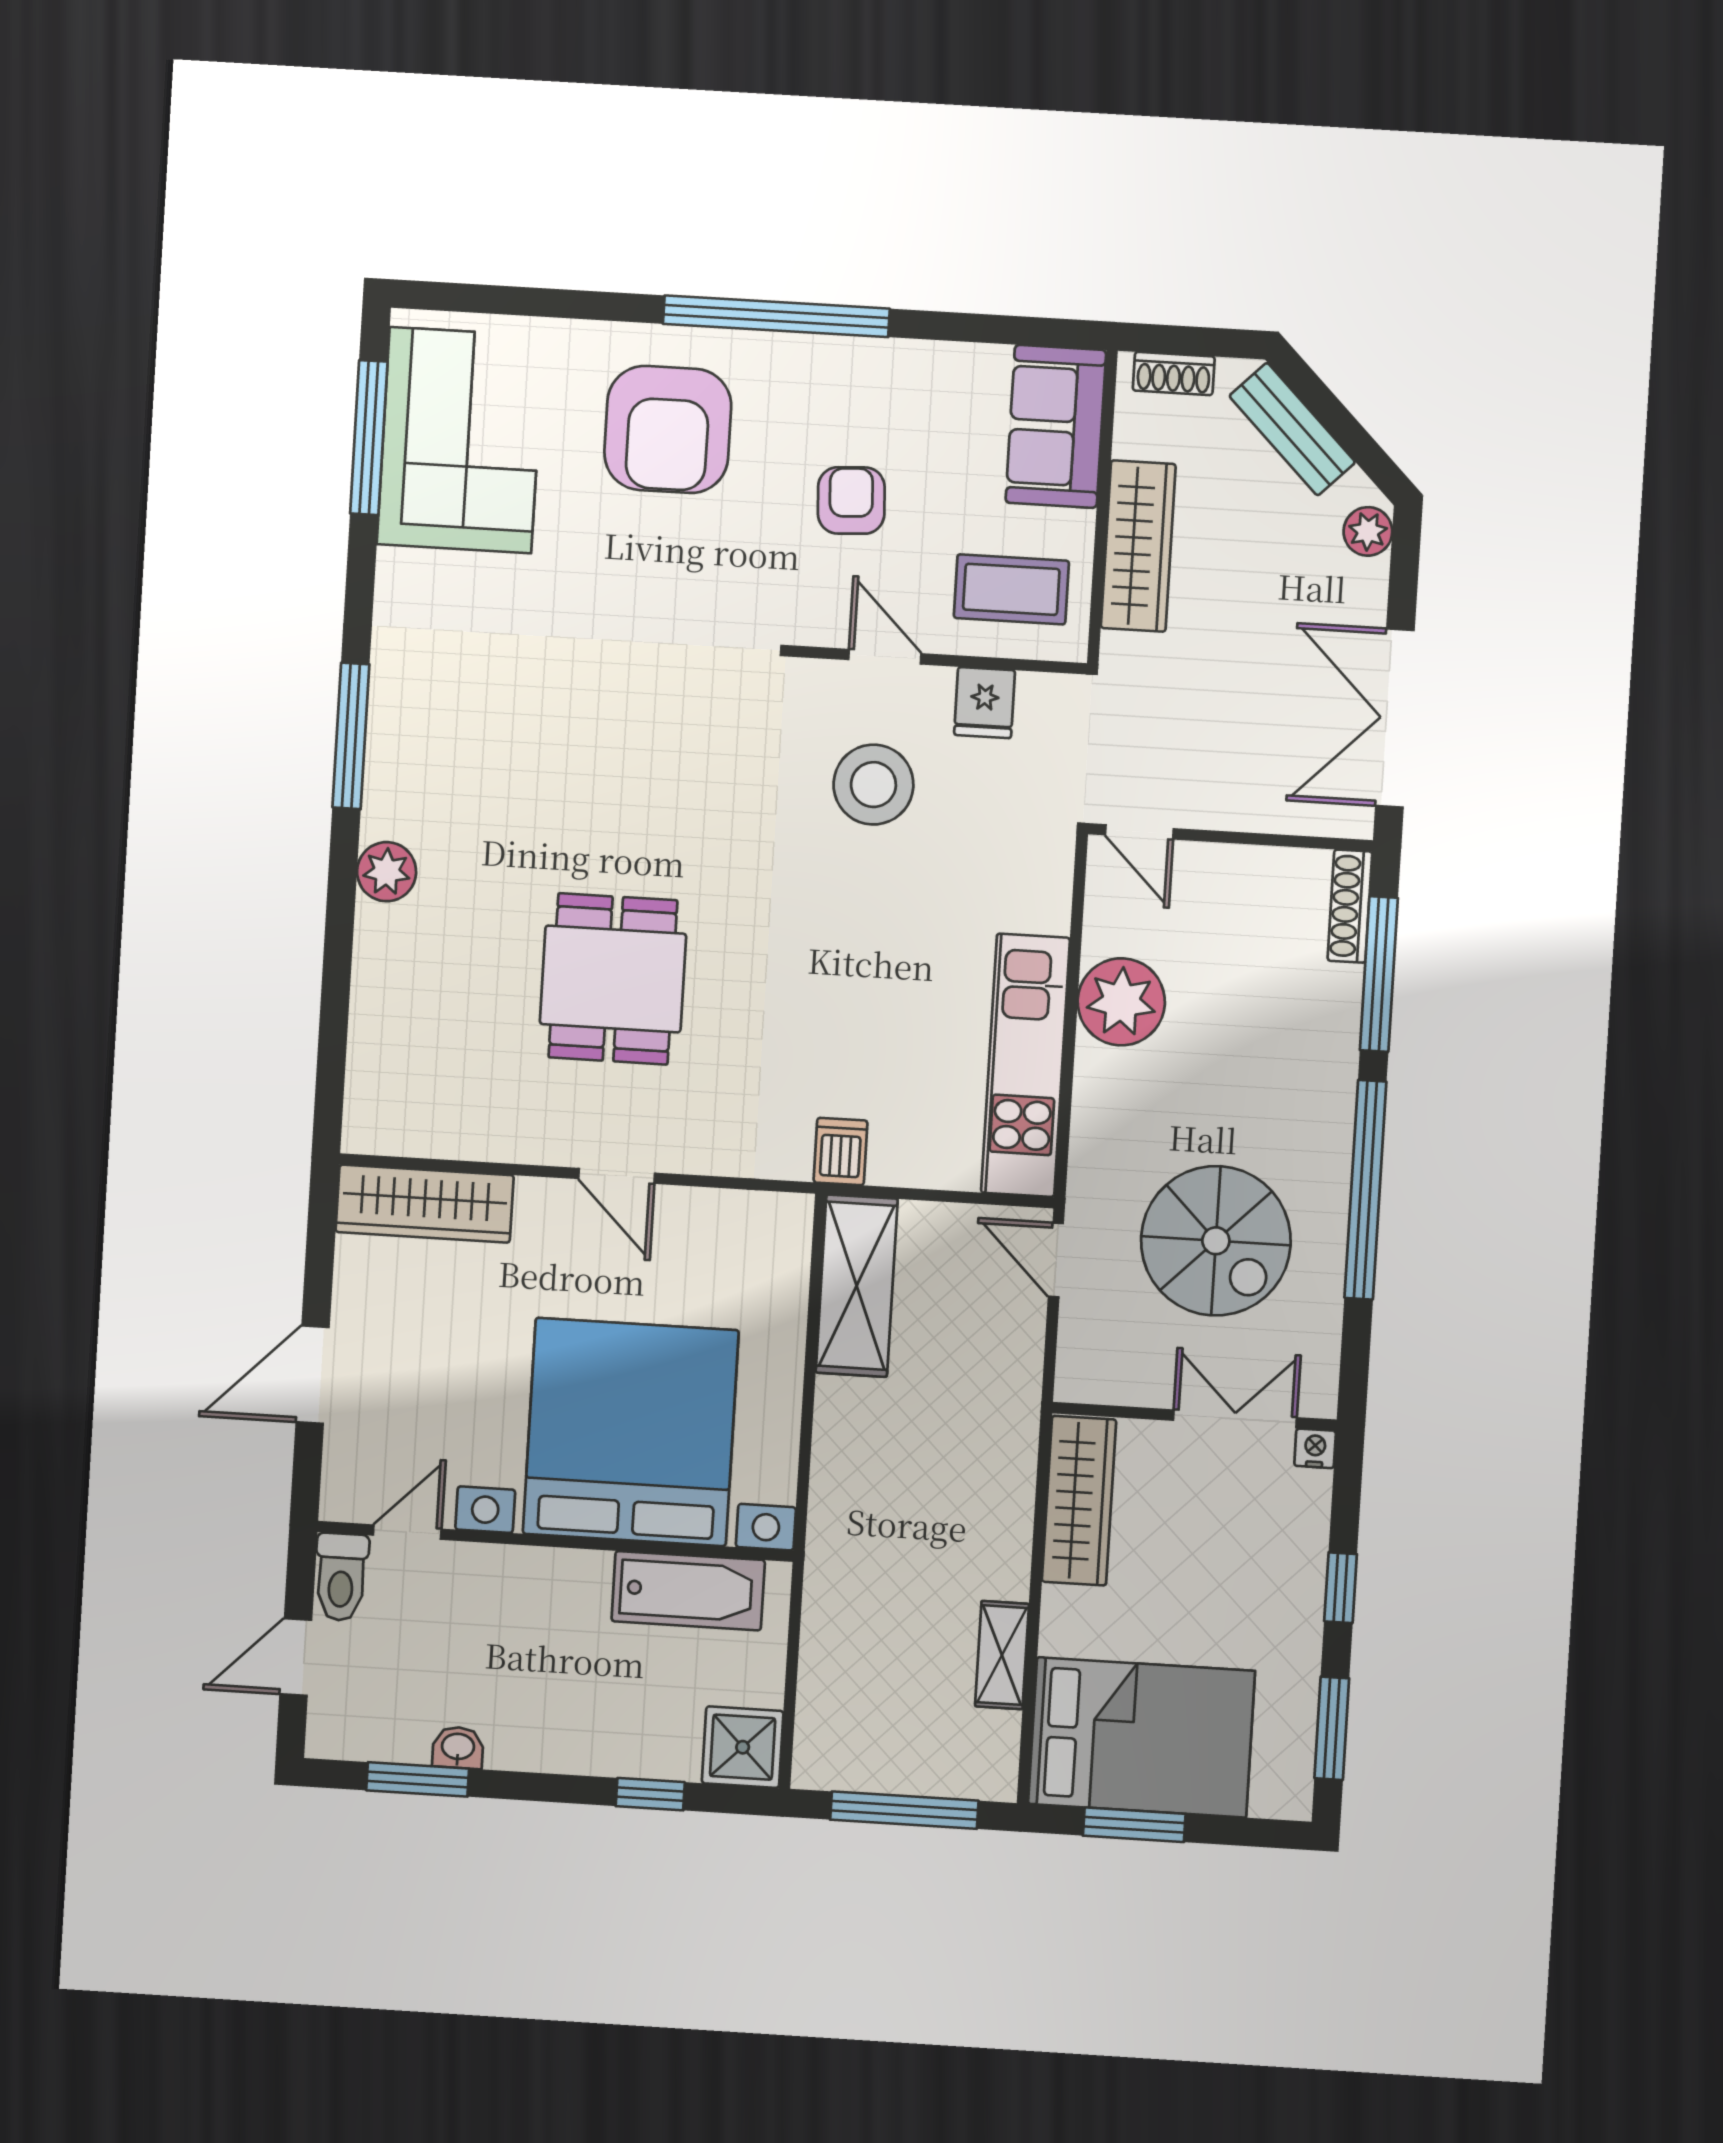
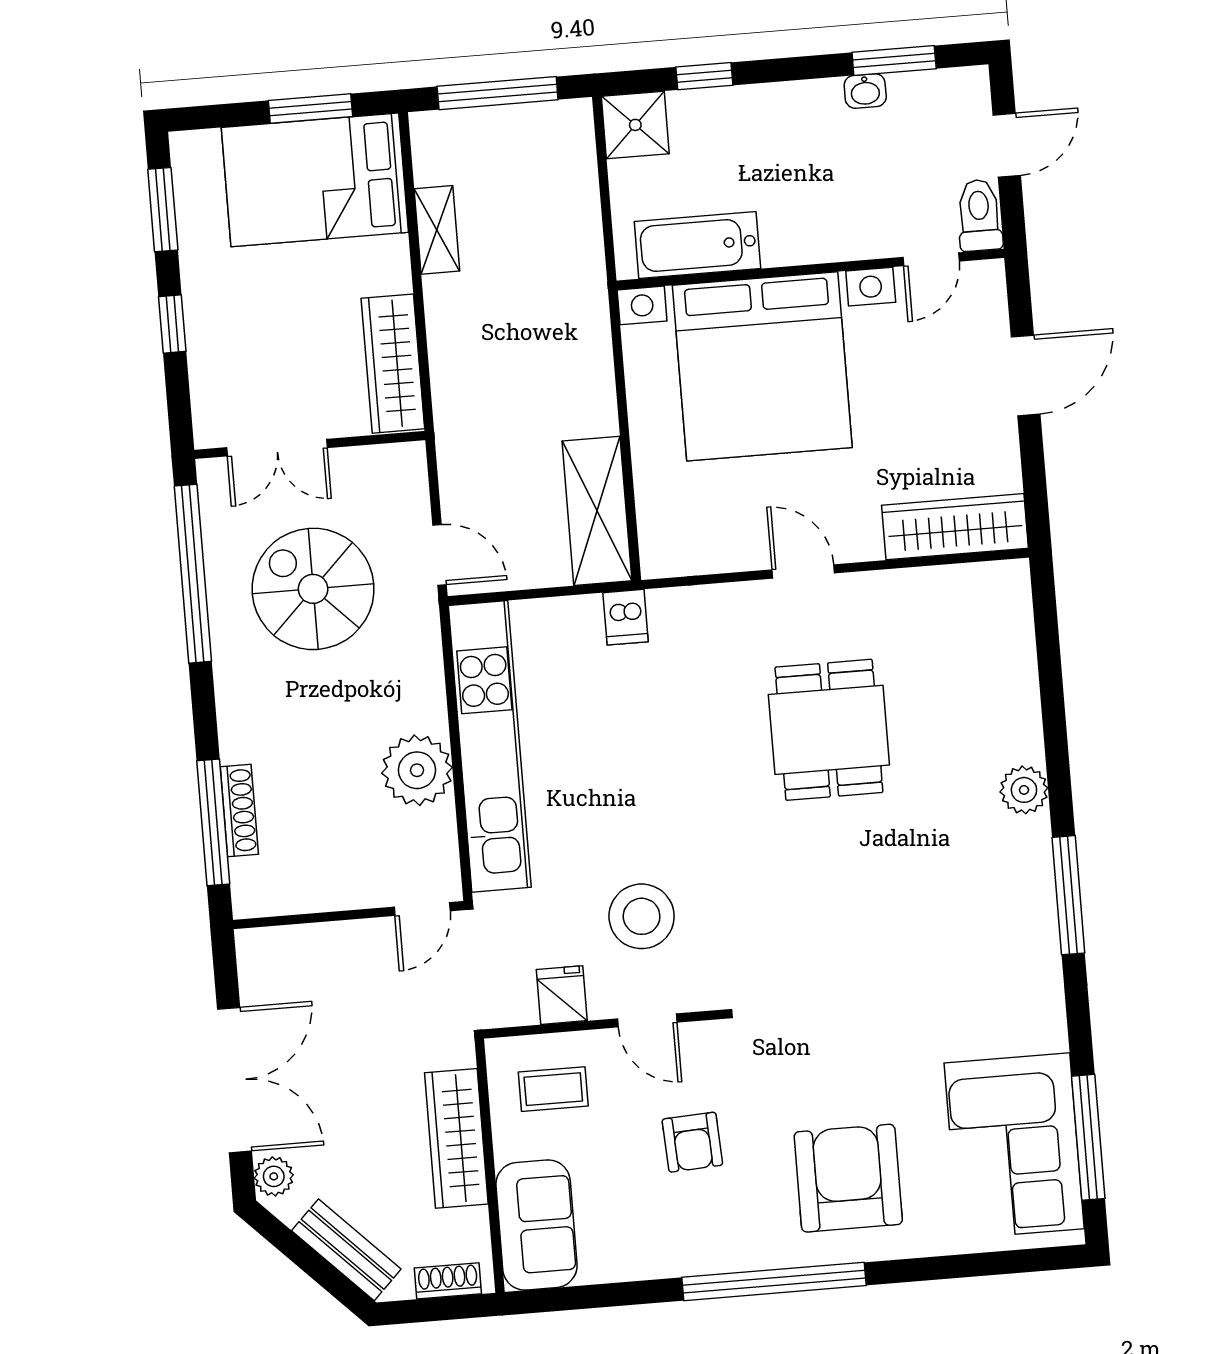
coffee table: (1011, 589) -> (553, 1089), width x0.73, depth x0.77
double door: (1395, 718) -> (234, 1080), moved
door: (1139, 832) -> (422, 909), swing flipped
shoe rack: (1350, 906) -> (239, 810), moved
kitchen unit: (1026, 1065) -> (490, 746), width x1.36
window: (1365, 1190) -> (193, 574), moved
nightstand: (1315, 1448) -> (209, 433), removed

